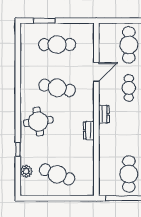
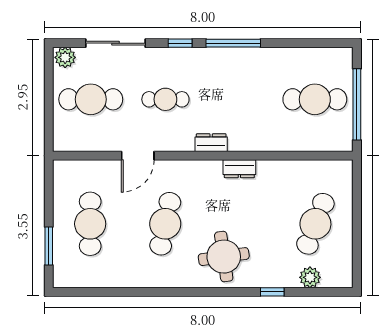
door: (96, 72) -> (138, 156), swing flipped

